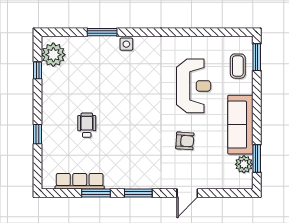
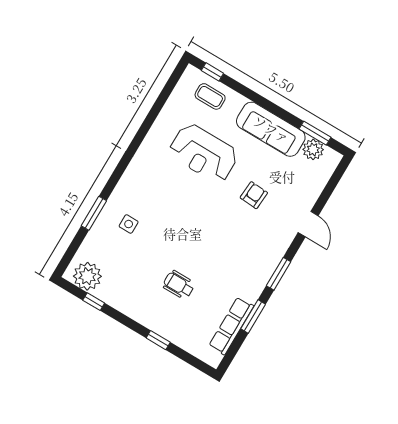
side table: (126, 44) -> (129, 224), moved
window: (257, 57) -> (212, 72), width x0.67
reception desk: (194, 86) -> (204, 153), turned 180

